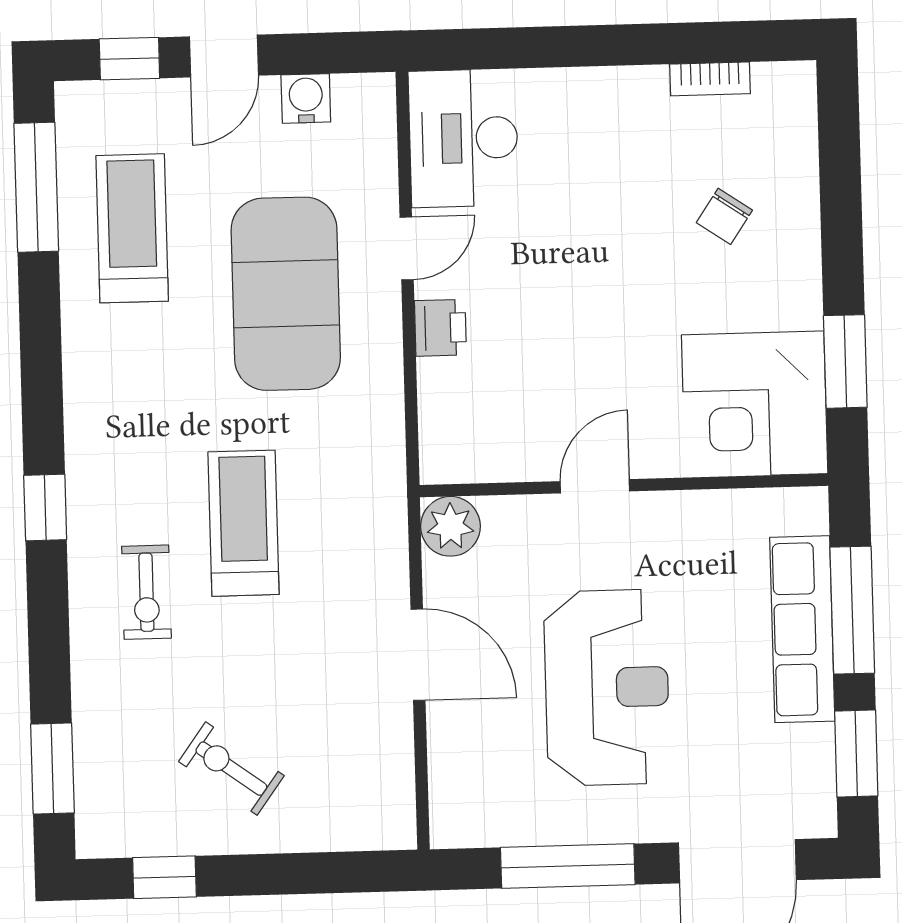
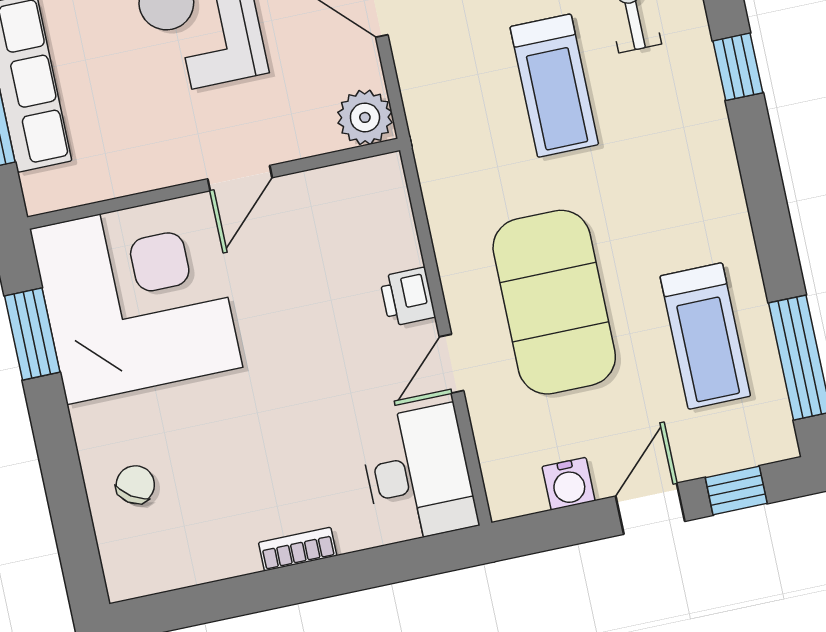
bookcase: (710, 79) -> (298, 549), moved
chair: (724, 216) -> (135, 485), moved
corner desk: (755, 404) -> (136, 298), width x1.36, depth x1.36

